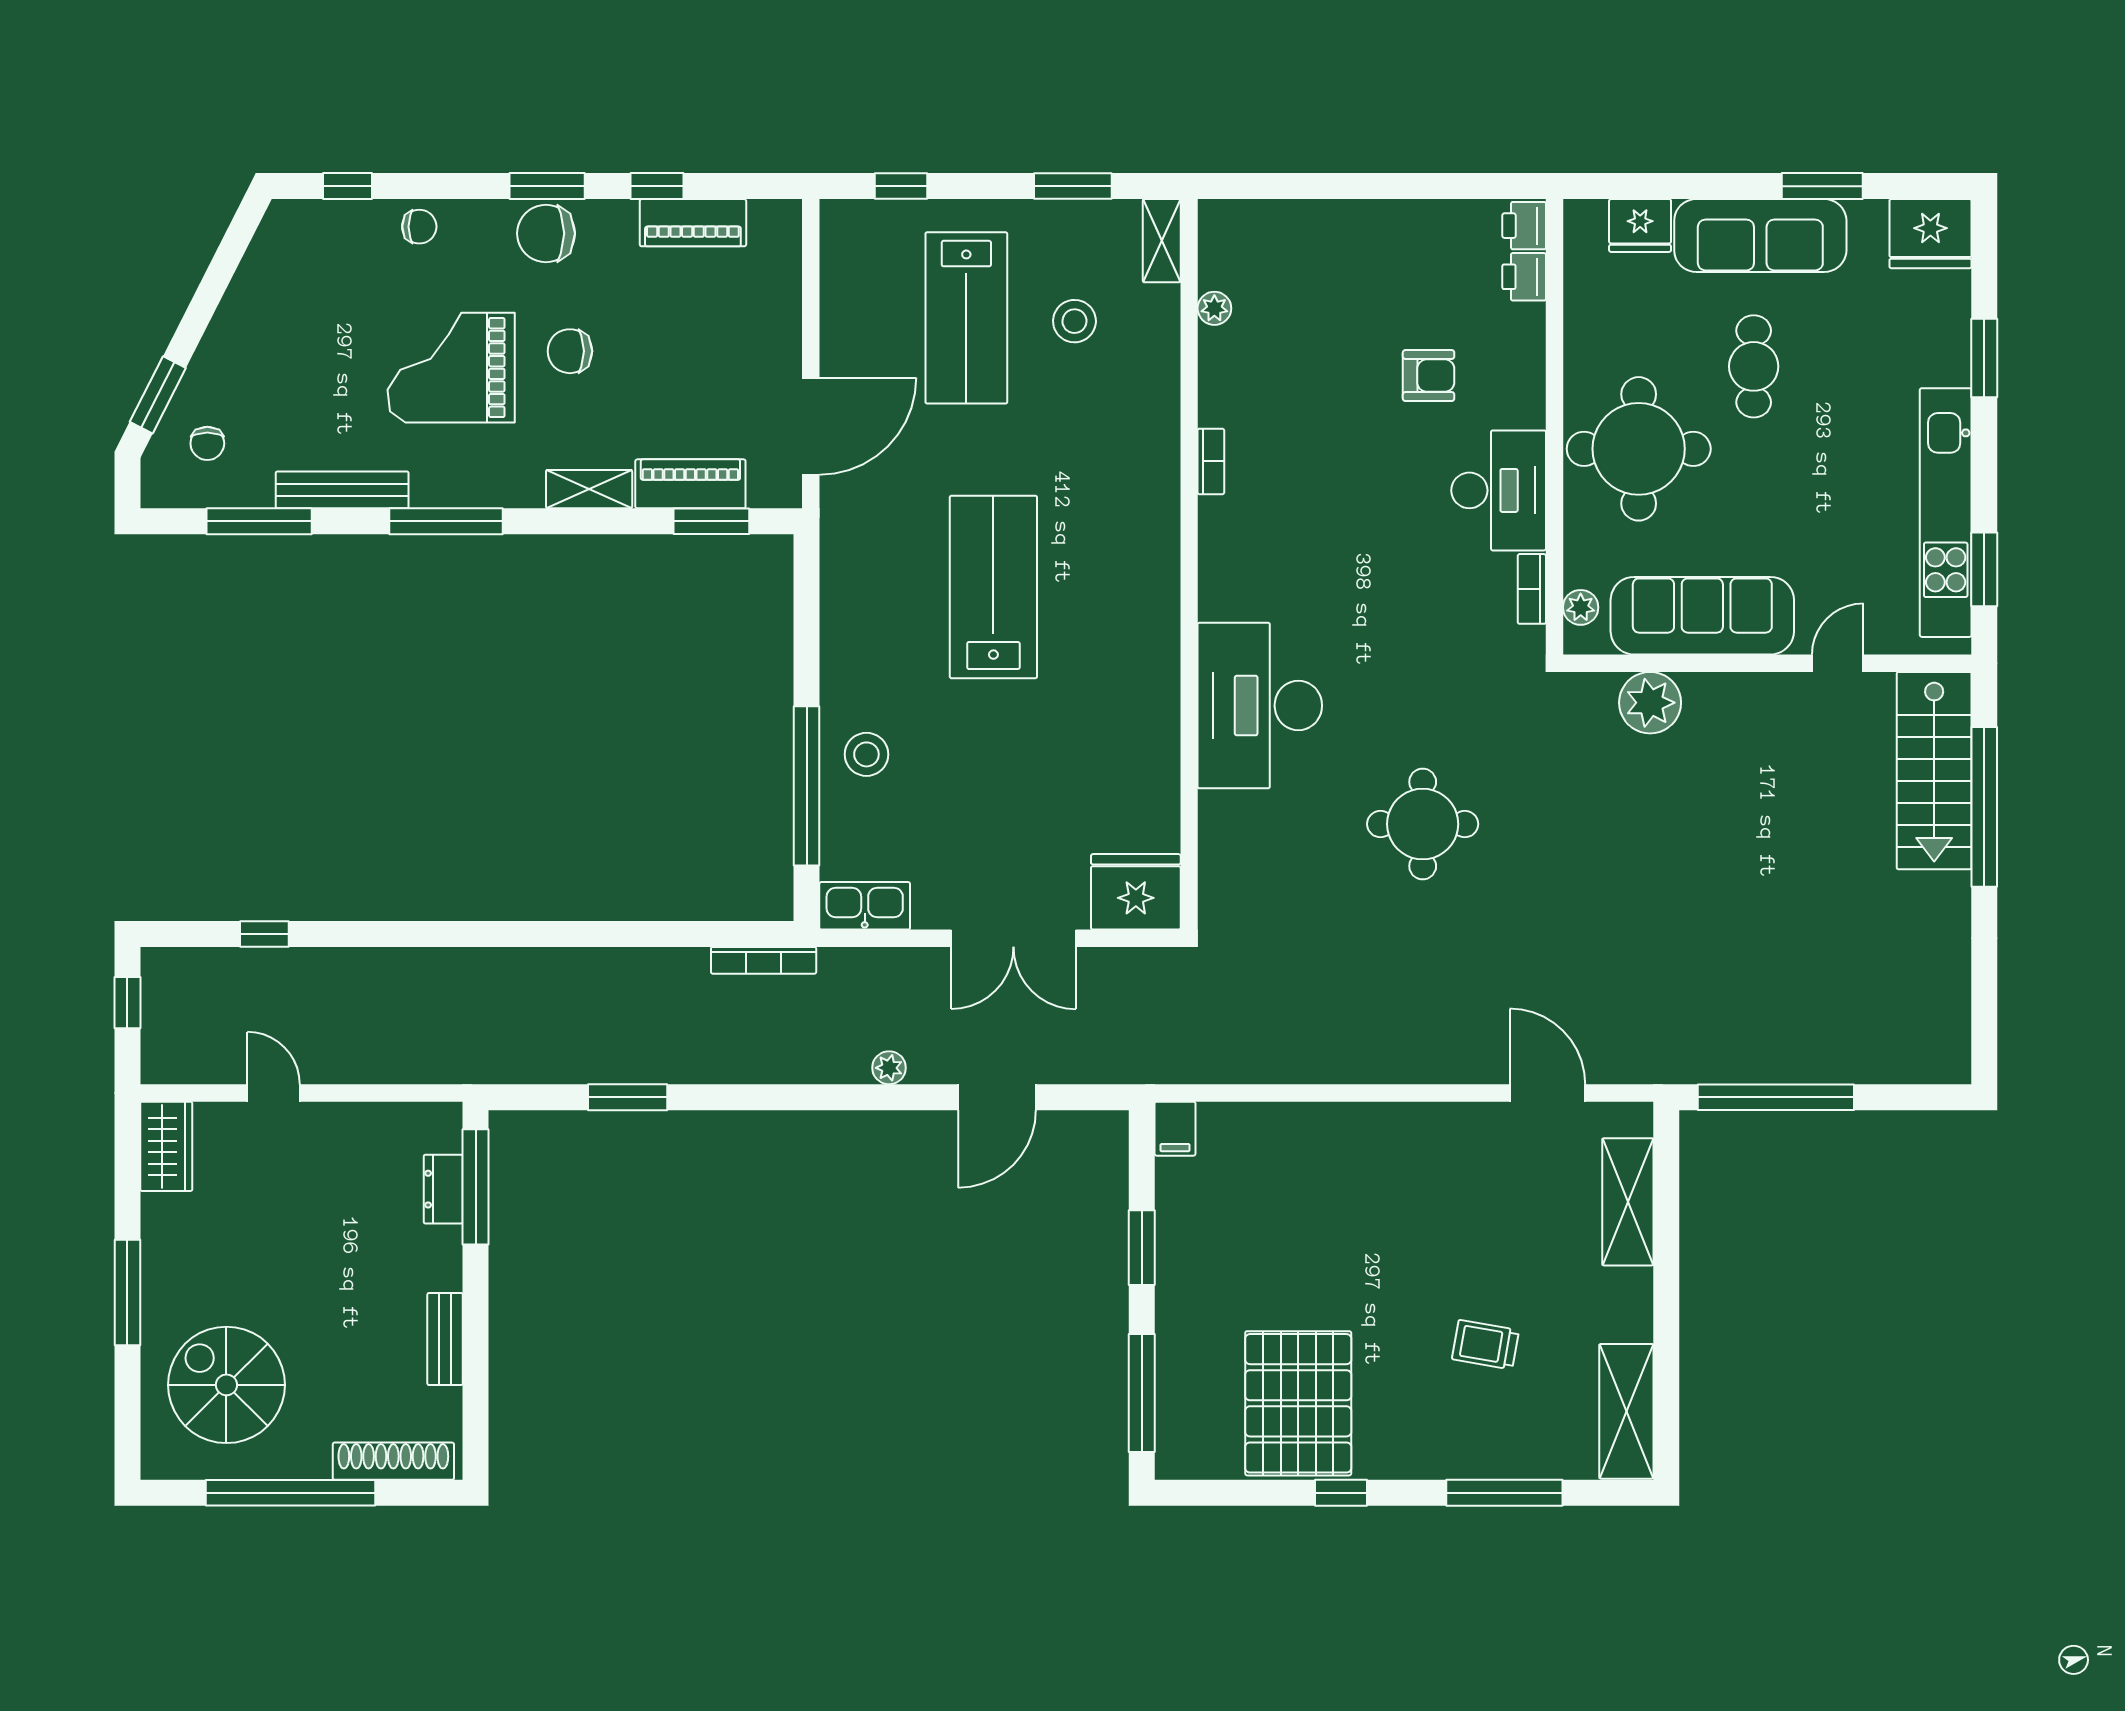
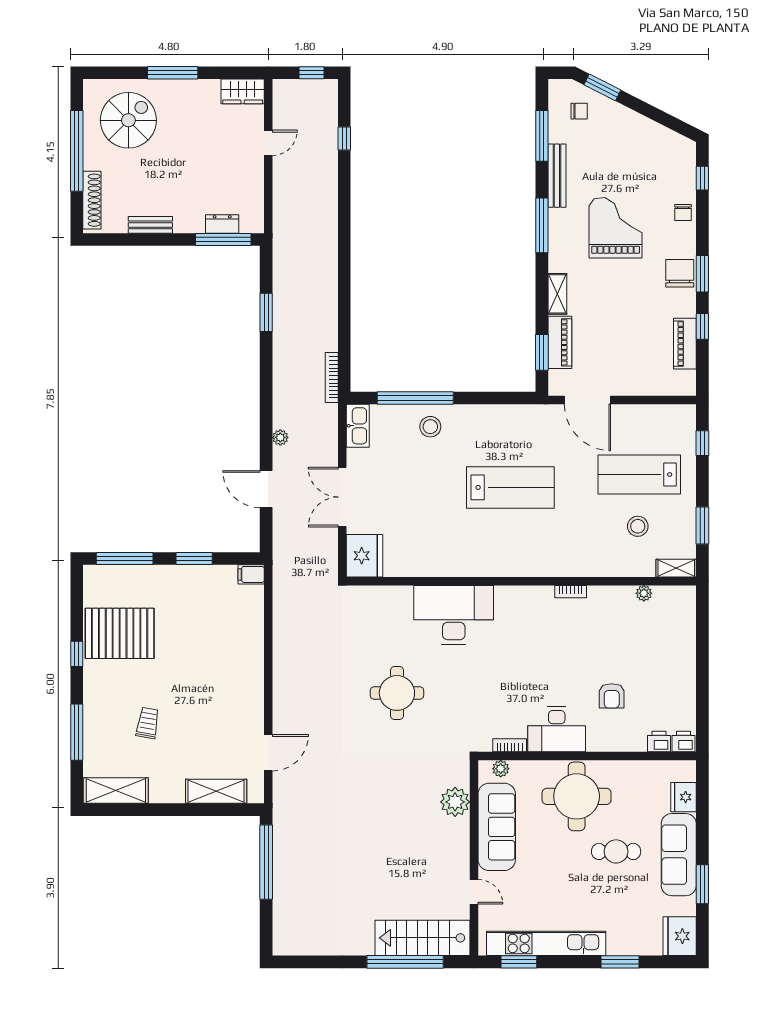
chair: (570, 351) -> (623, 285), removed
chair: (207, 443) -> (579, 111), turned 180

